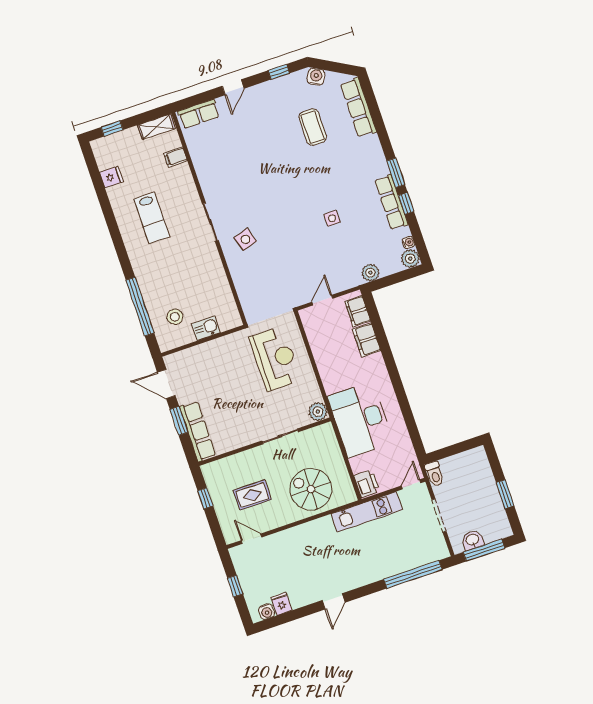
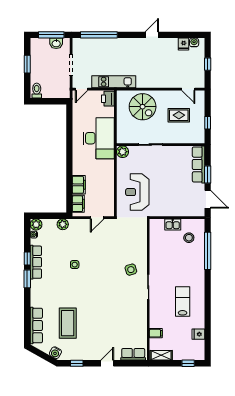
coffee table: (313, 127) -> (68, 323), width x1.36, depth x1.32
toilet: (435, 474) -> (37, 91), moved

